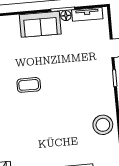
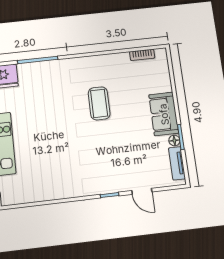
coffee table: (29, 85) -> (99, 103), width x1.36, depth x1.30
stool: (103, 125) -> (58, 184), removed

